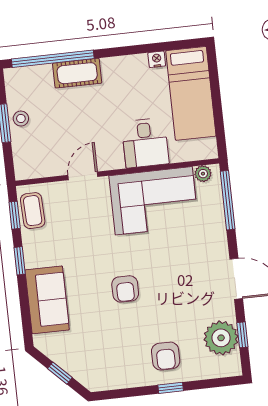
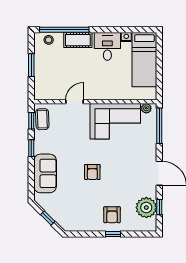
stool: (21, 119) -> (49, 40), moved
desk: (145, 143) -> (107, 46), moved, turned 180

